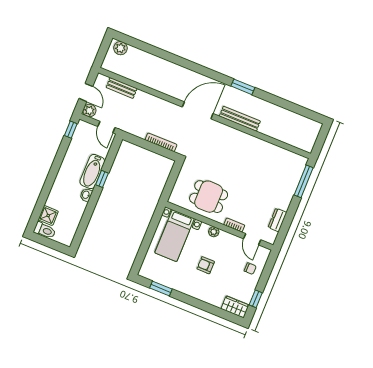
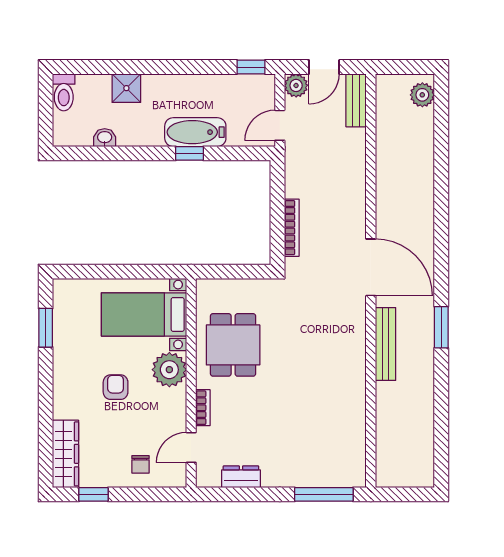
bench: (122, 88) -> (356, 100), moved
washbasin: (86, 195) -> (105, 138), moved
shower: (48, 216) -> (126, 88), moved
plant: (214, 232) -> (169, 370), width x1.87, depth x1.87
wardrobe: (235, 307) -> (66, 454), width x1.50

